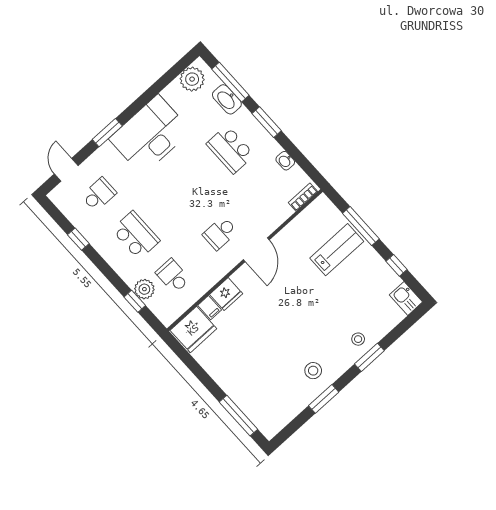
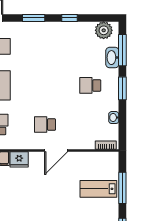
window: (145, 99) -> (69, 18), added
desk: (150, 135) -> (55, 40), removed
school desk: (230, 149) -> (90, 85), width x0.54
lab bench: (337, 250) -> (98, 189), turned 180

